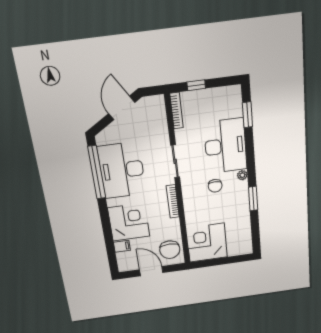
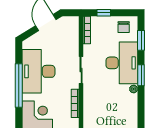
window: (97, 172) -> (19, 85), moved
chair: (215, 186) -> (124, 27), moved
window: (253, 199) -> (141, 75), moved

